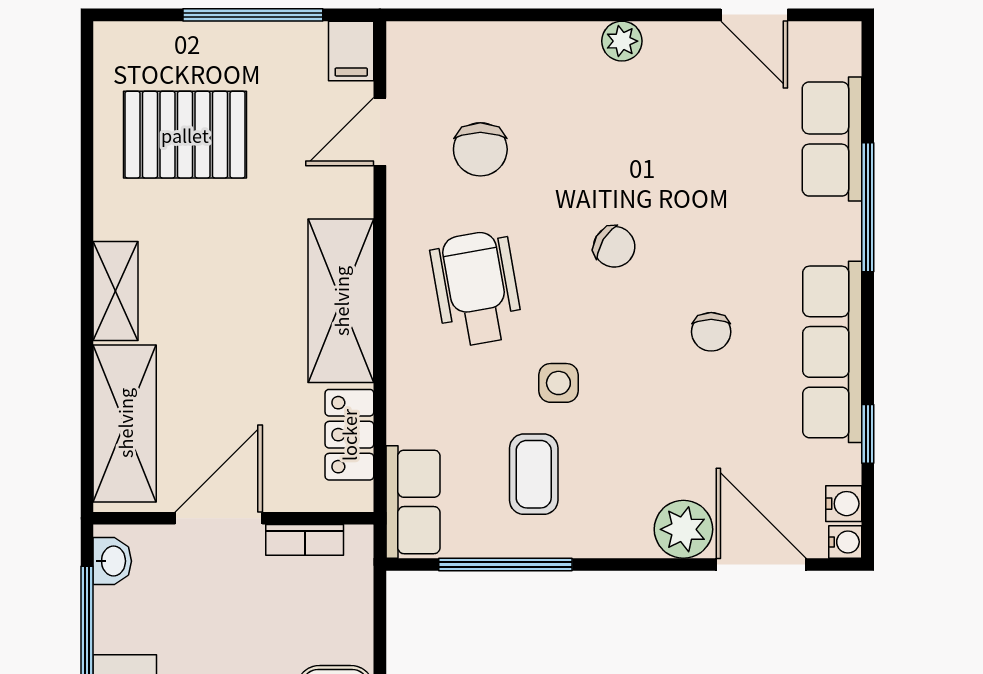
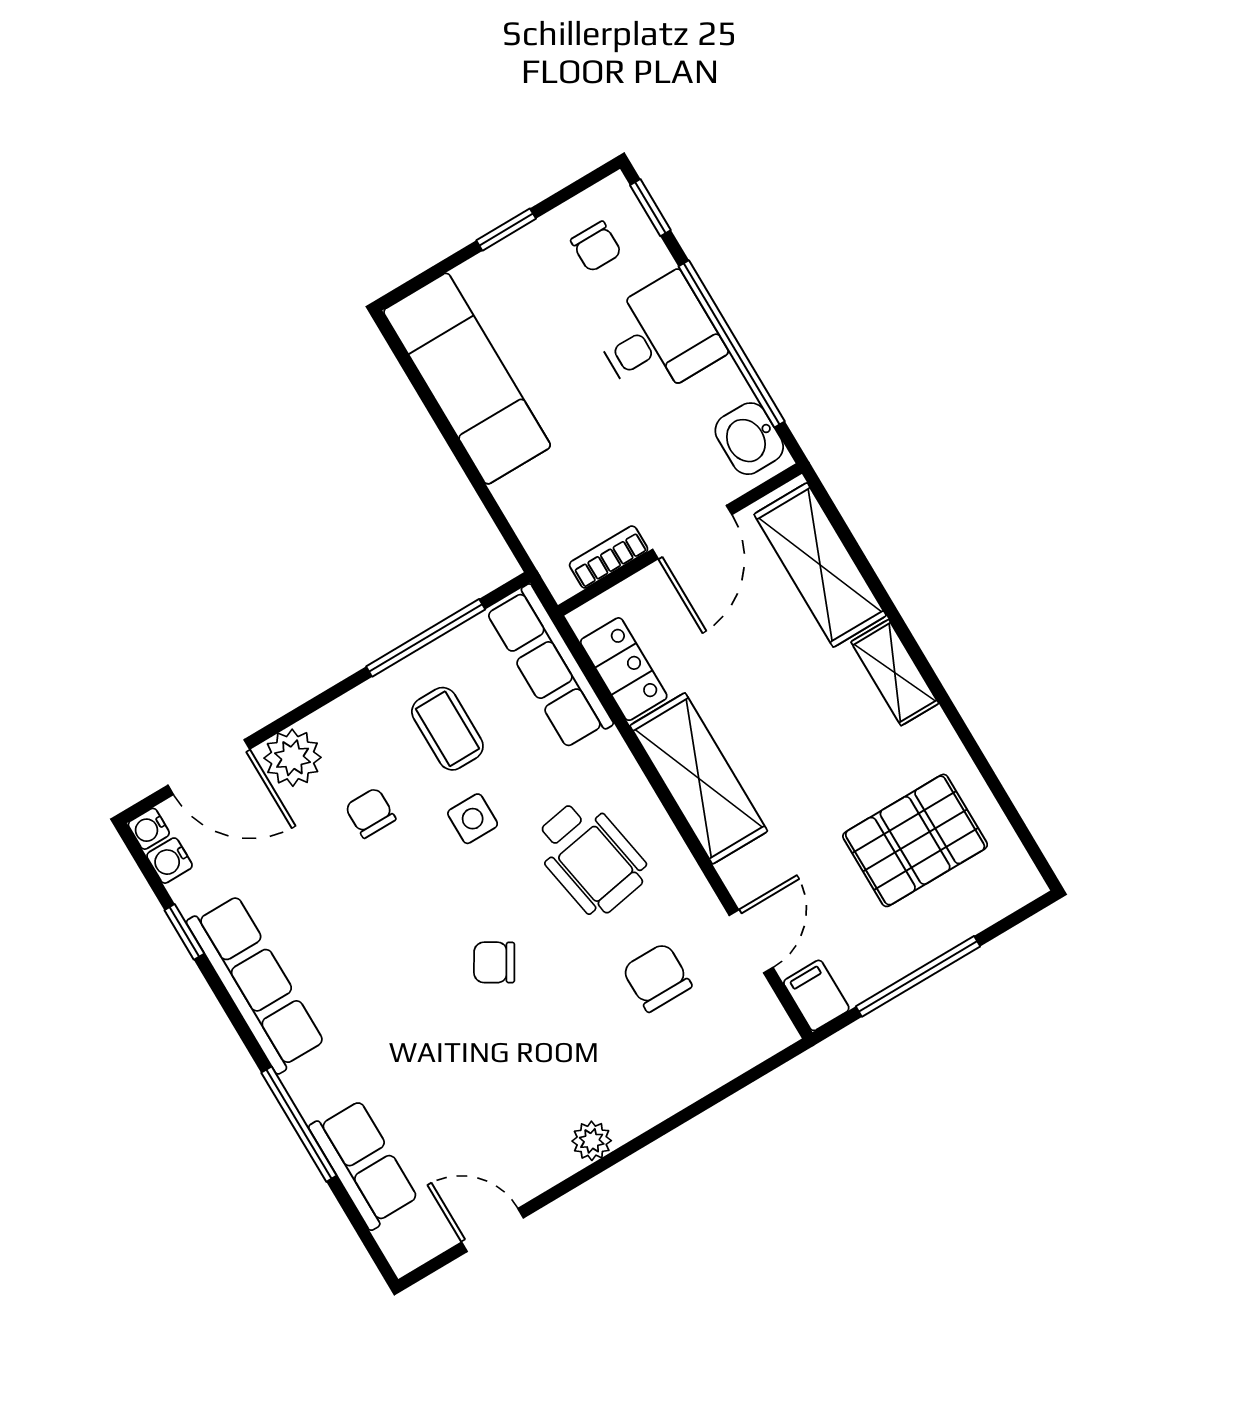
chair: (711, 332) -> (370, 813), moved
row of seats: (413, 502) -> (549, 667), width x1.48
washbasin: (112, 561) -> (749, 439), width x1.38, depth x1.45

